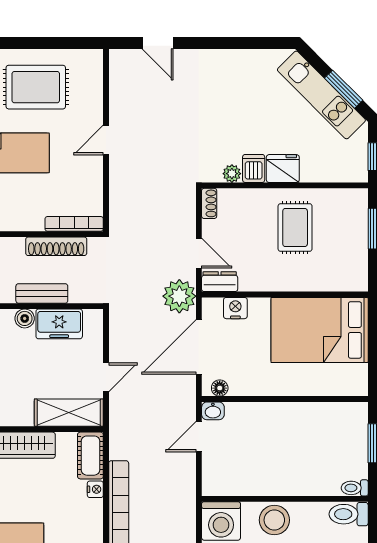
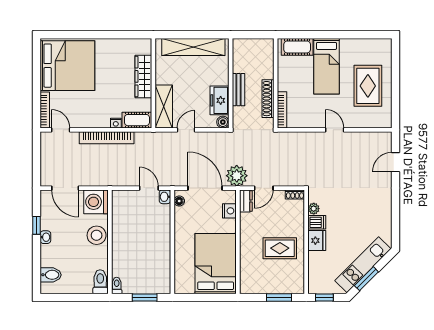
boiler: (25, 318) -> (223, 122), moved
door: (106, 377) -> (186, 130), swing flipped

